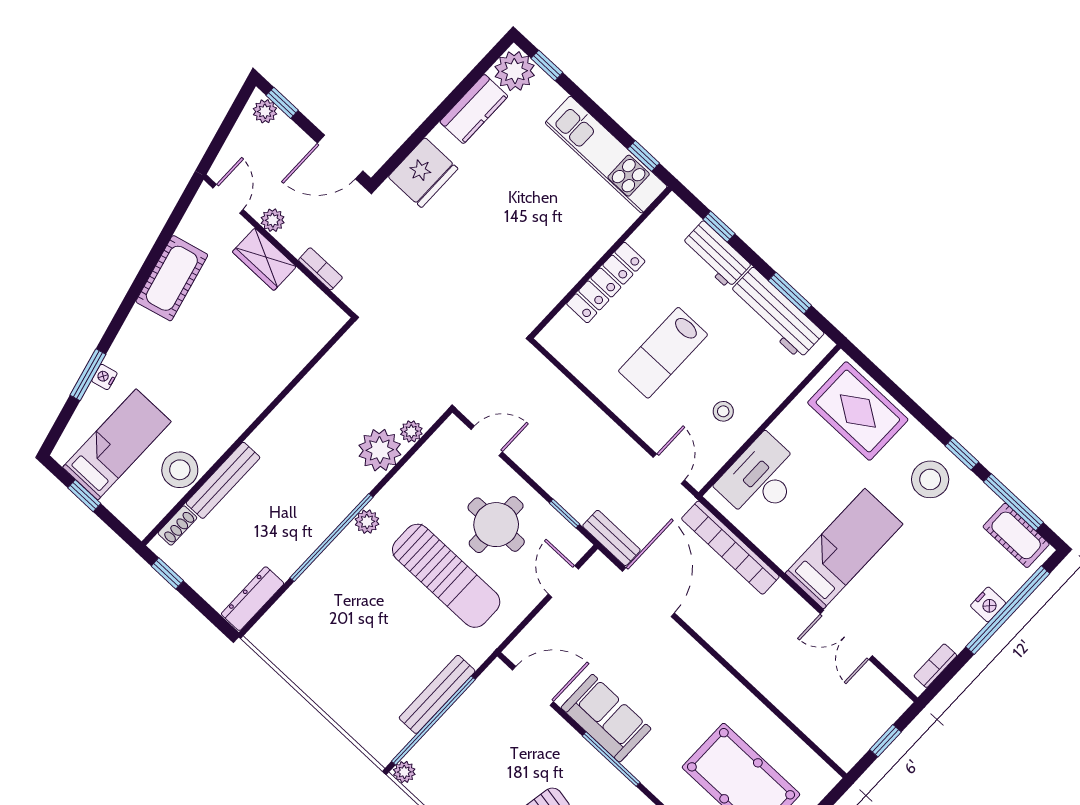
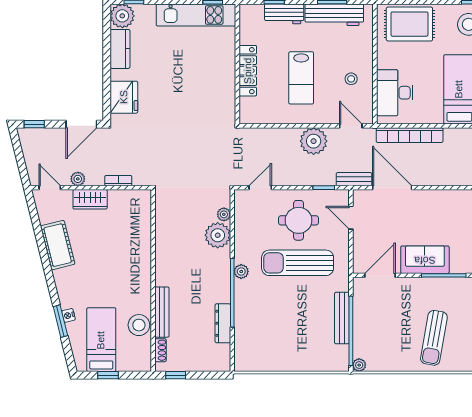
plant: (265, 111) -> (314, 141), moved, width x1.88, depth x1.88
sun lounger: (446, 576) -> (298, 263), turned 180
dresser: (253, 599) -> (223, 323), moved

